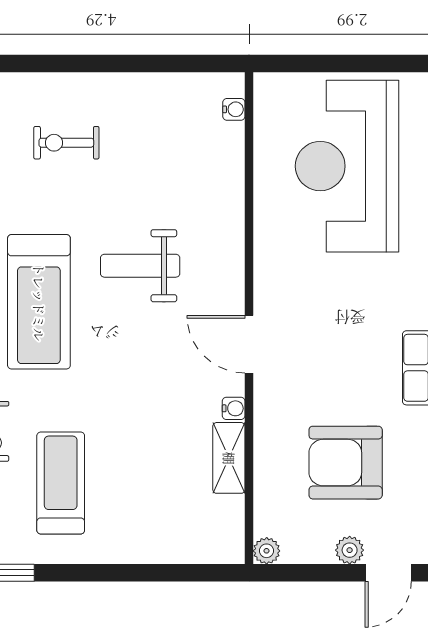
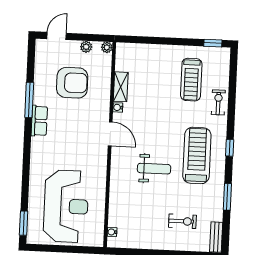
plant: (350, 550) -> (86, 47), moved

